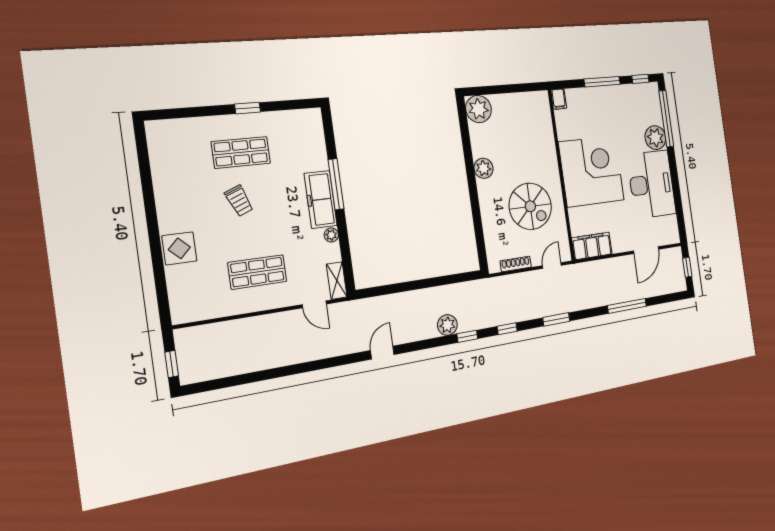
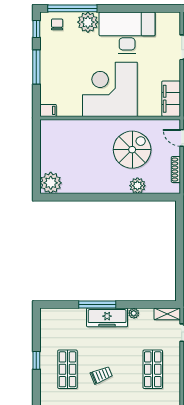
chair: (648, 102) -> (57, 24), added
plant: (484, 168) -> (137, 186), moved

